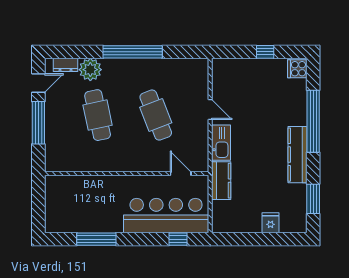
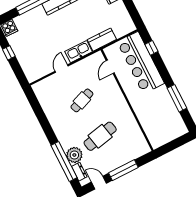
window: (133, 52) -> (64, 161), moved
cafe table: (156, 115) -> (82, 100), width x0.73, depth x0.74

